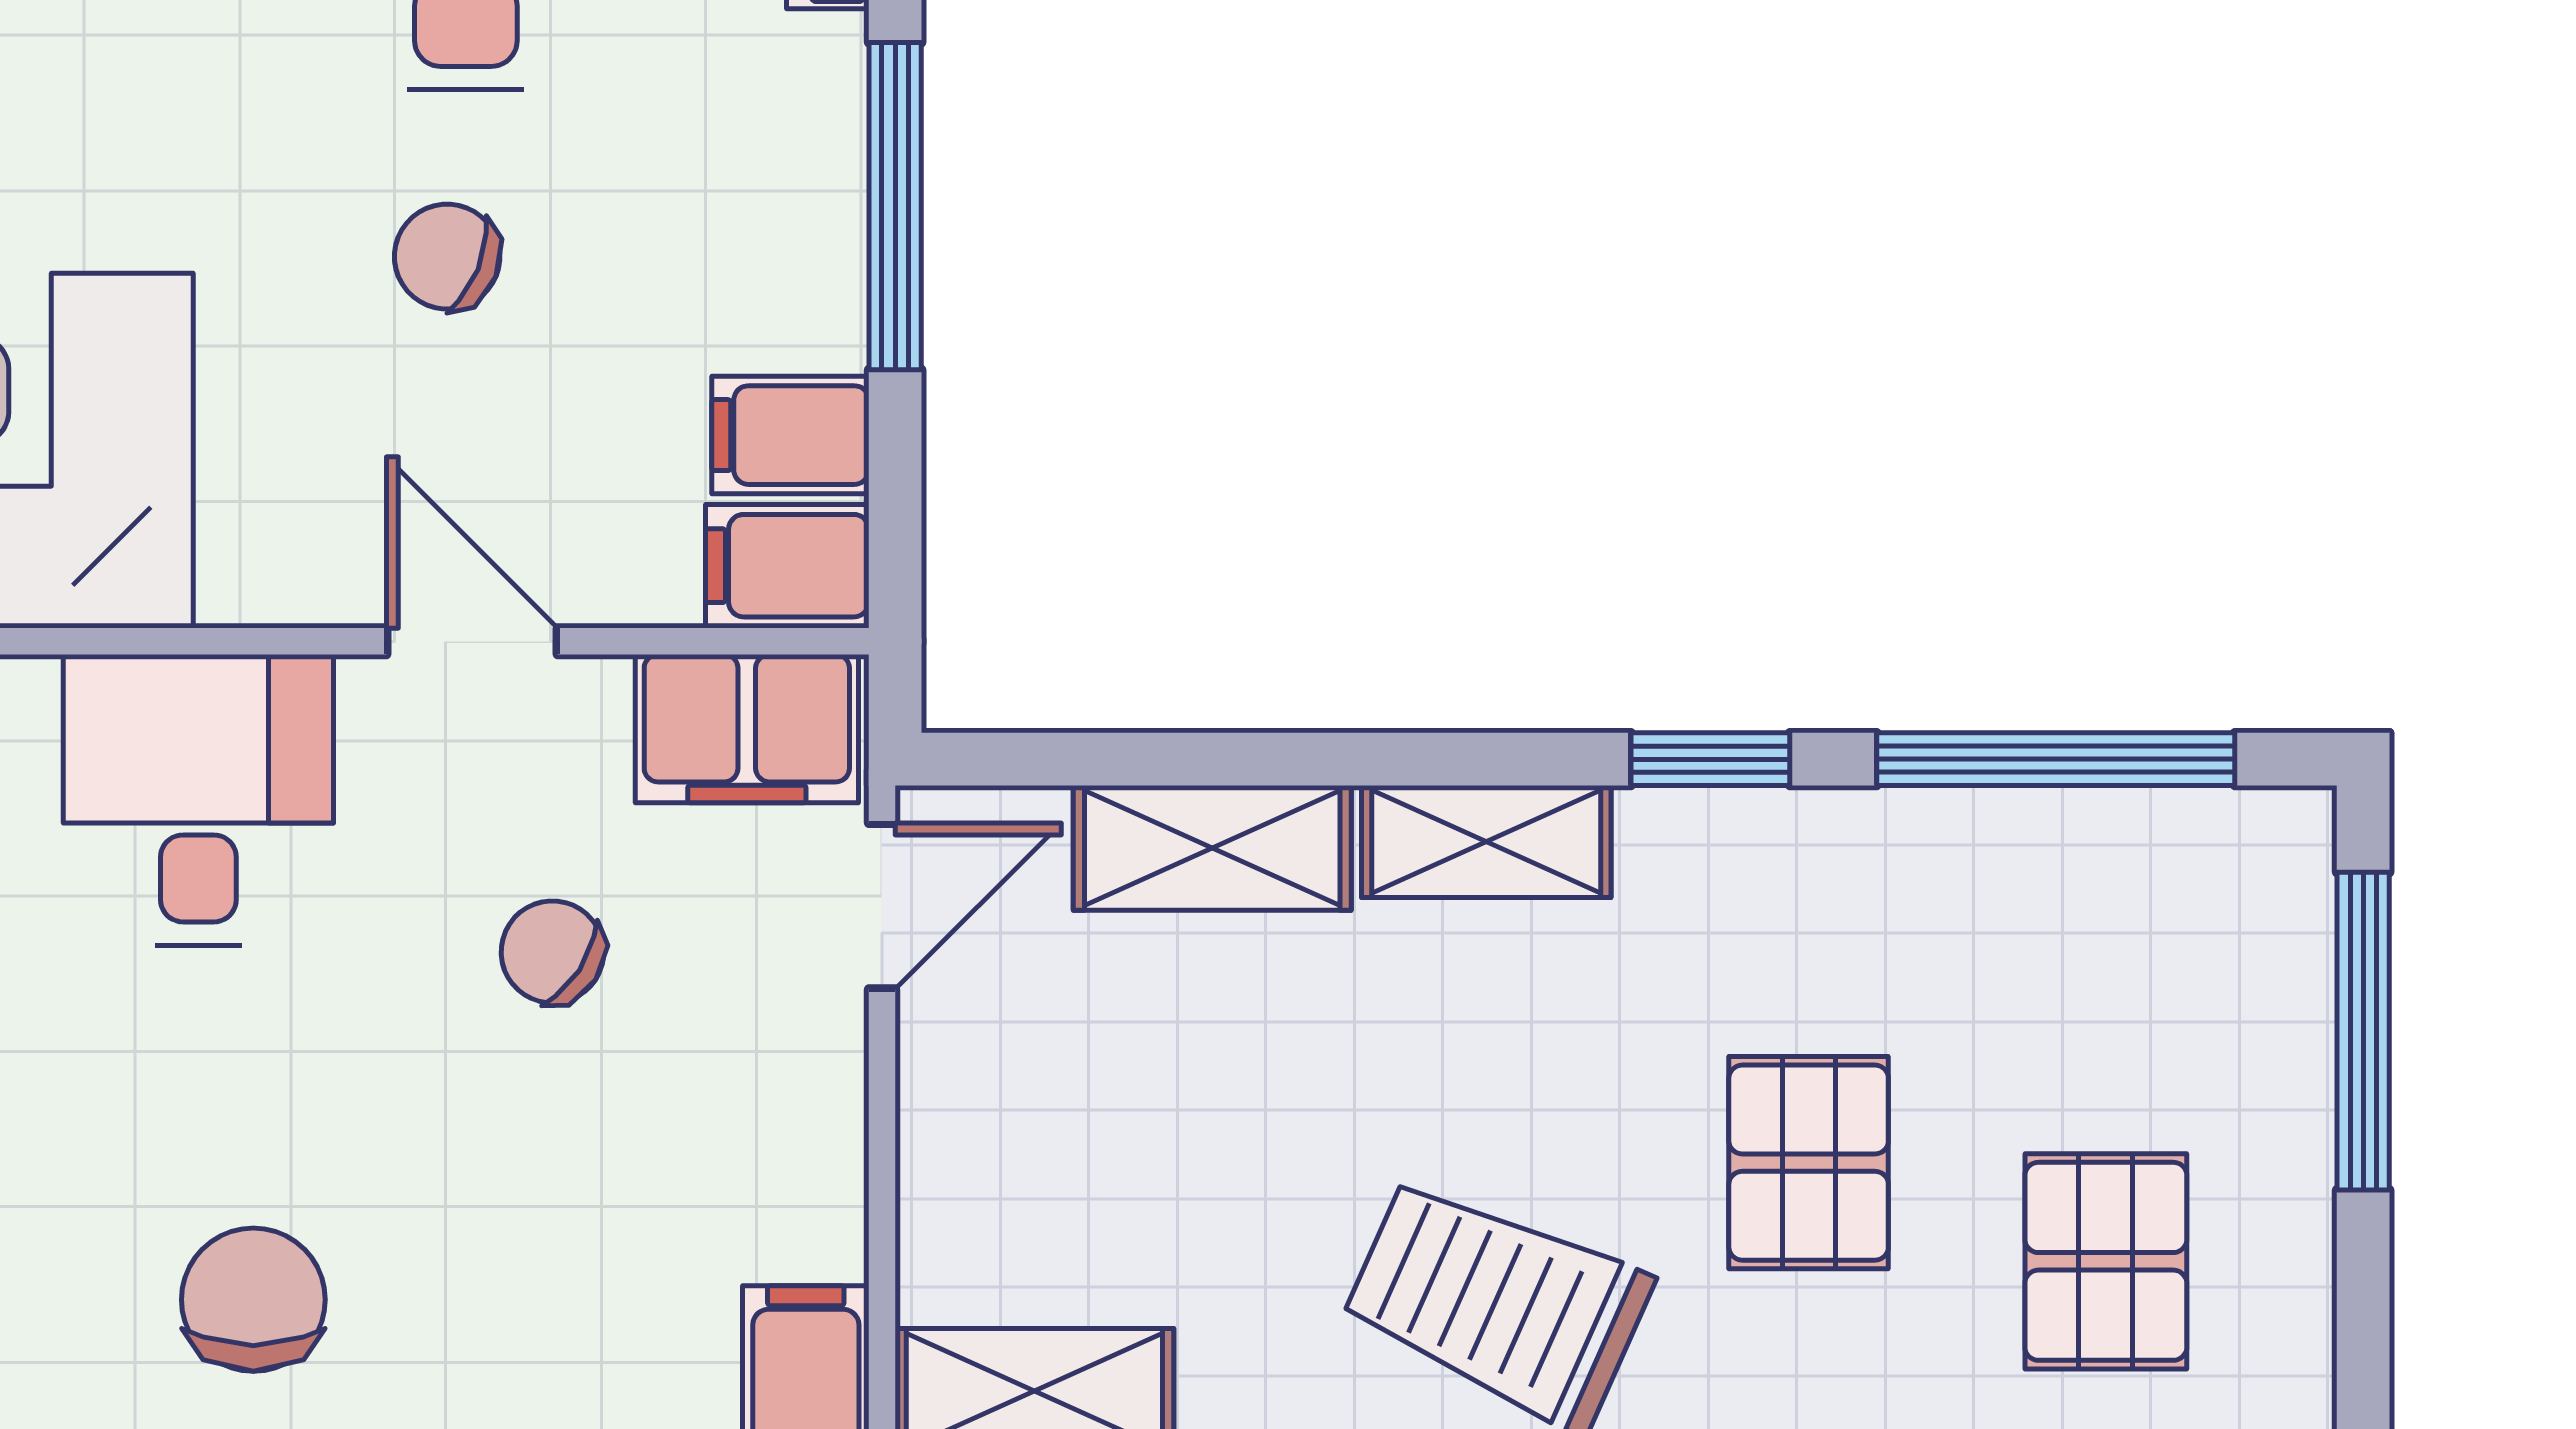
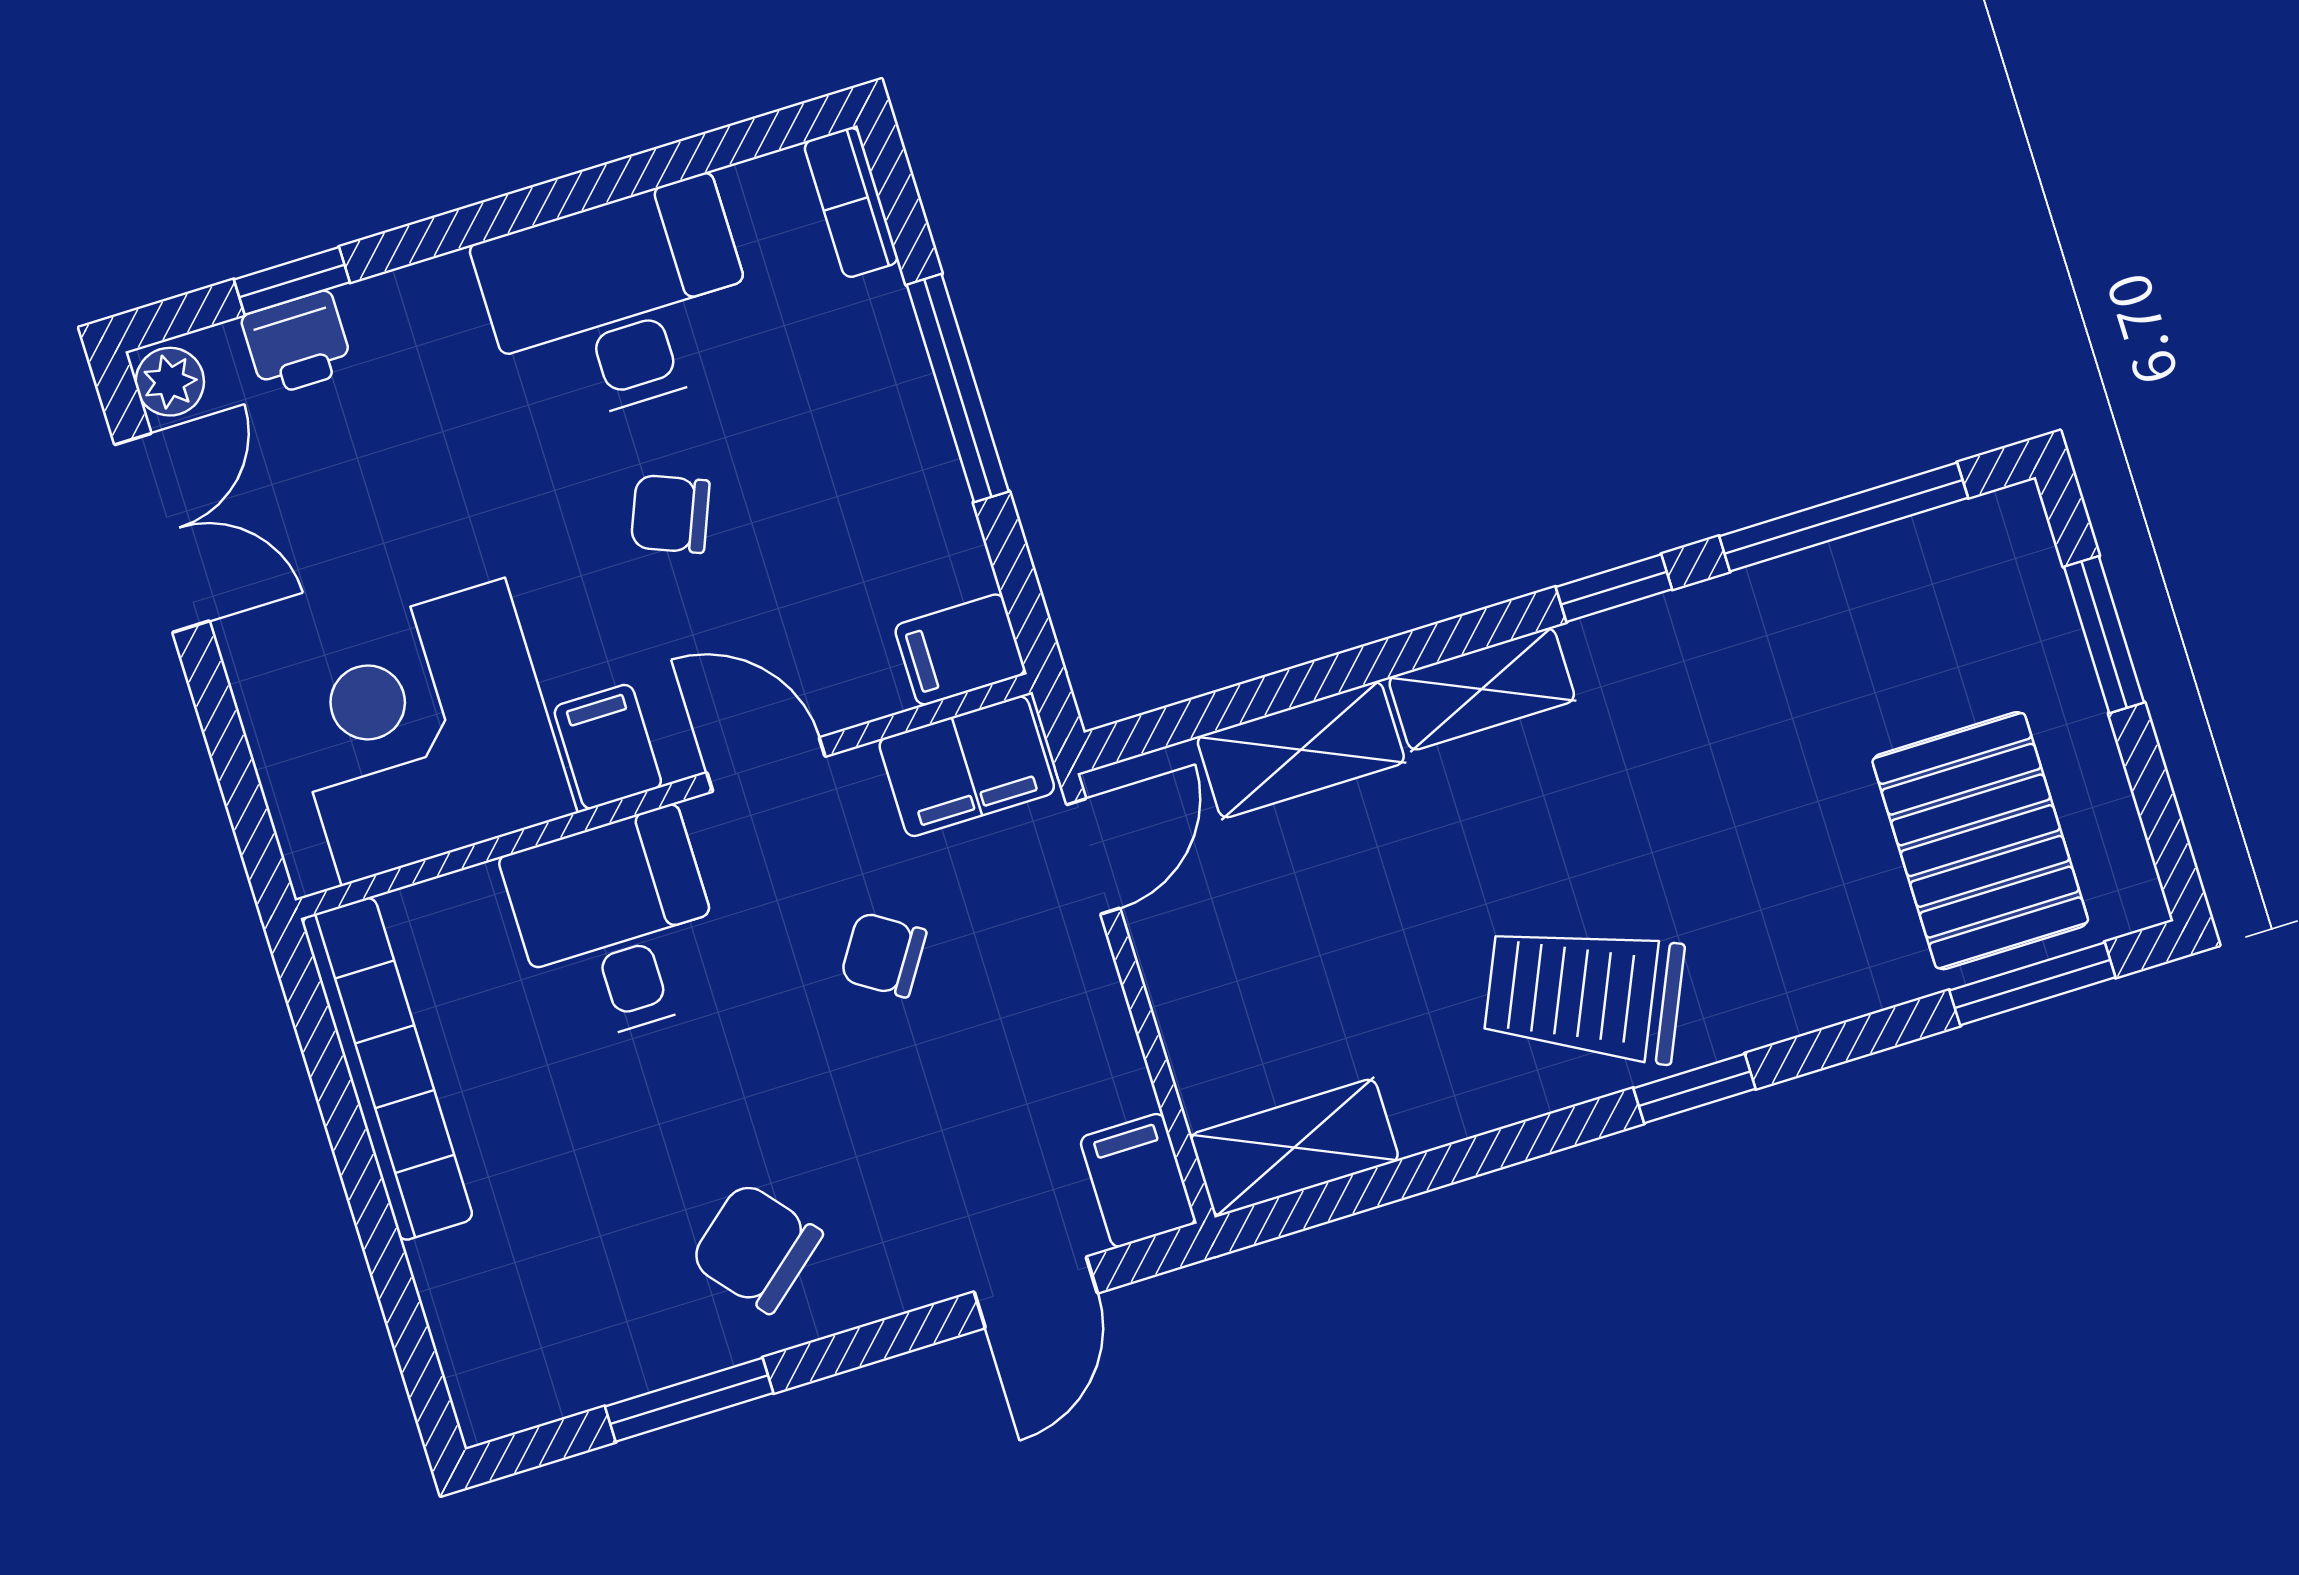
filing cabinet: (790, 435) -> (608, 747), moved, turned 90
window: (2363, 1031) -> (2104, 635), width x0.69
pallet: (1809, 1163) -> (1762, 836), removed
pallet: (2106, 1261) -> (1980, 841), width x1.50, depth x1.42
chair: (253, 1300) -> (756, 1248), turned -40

